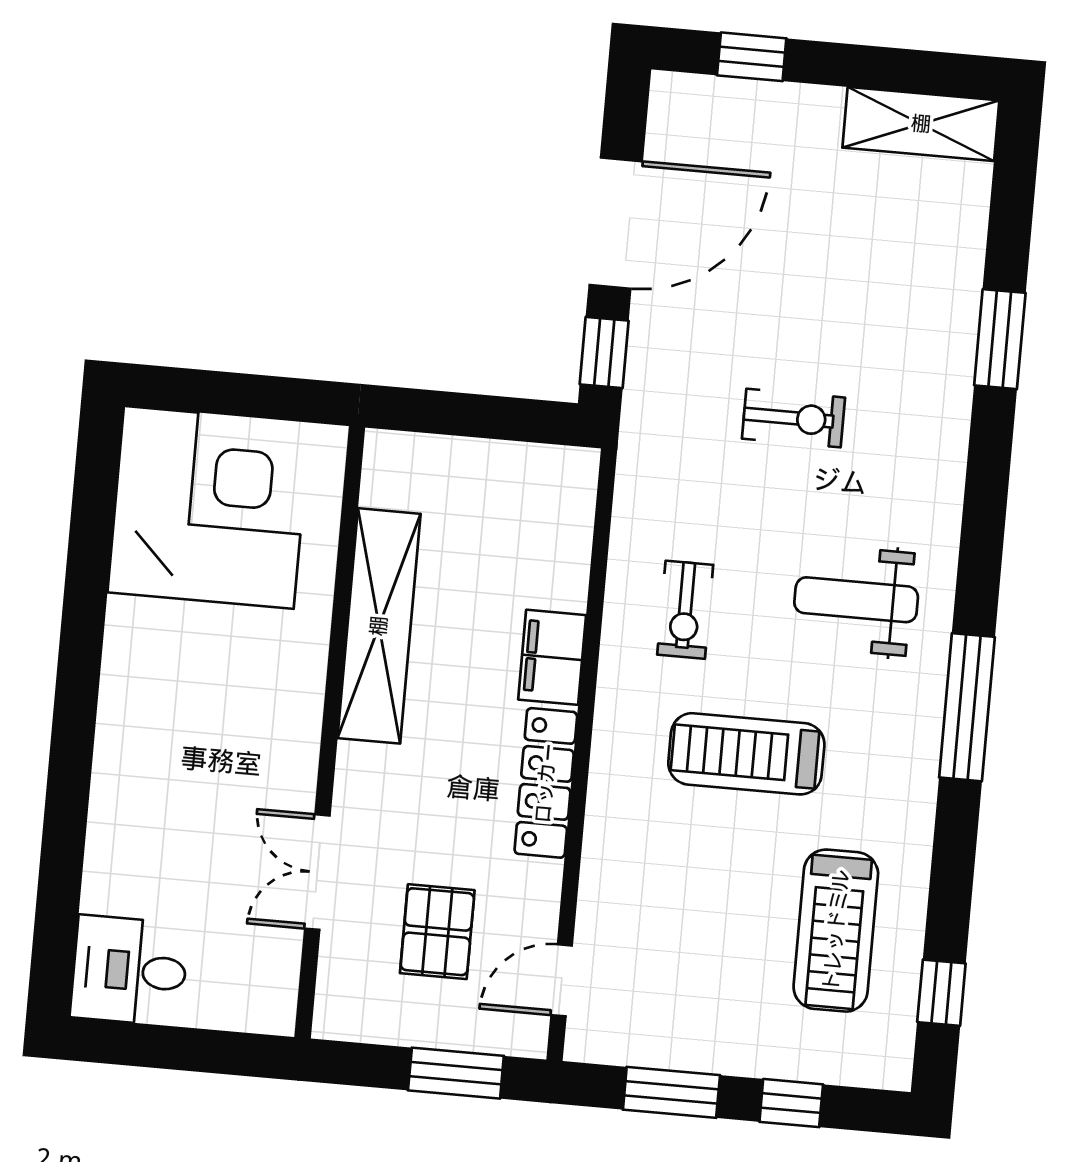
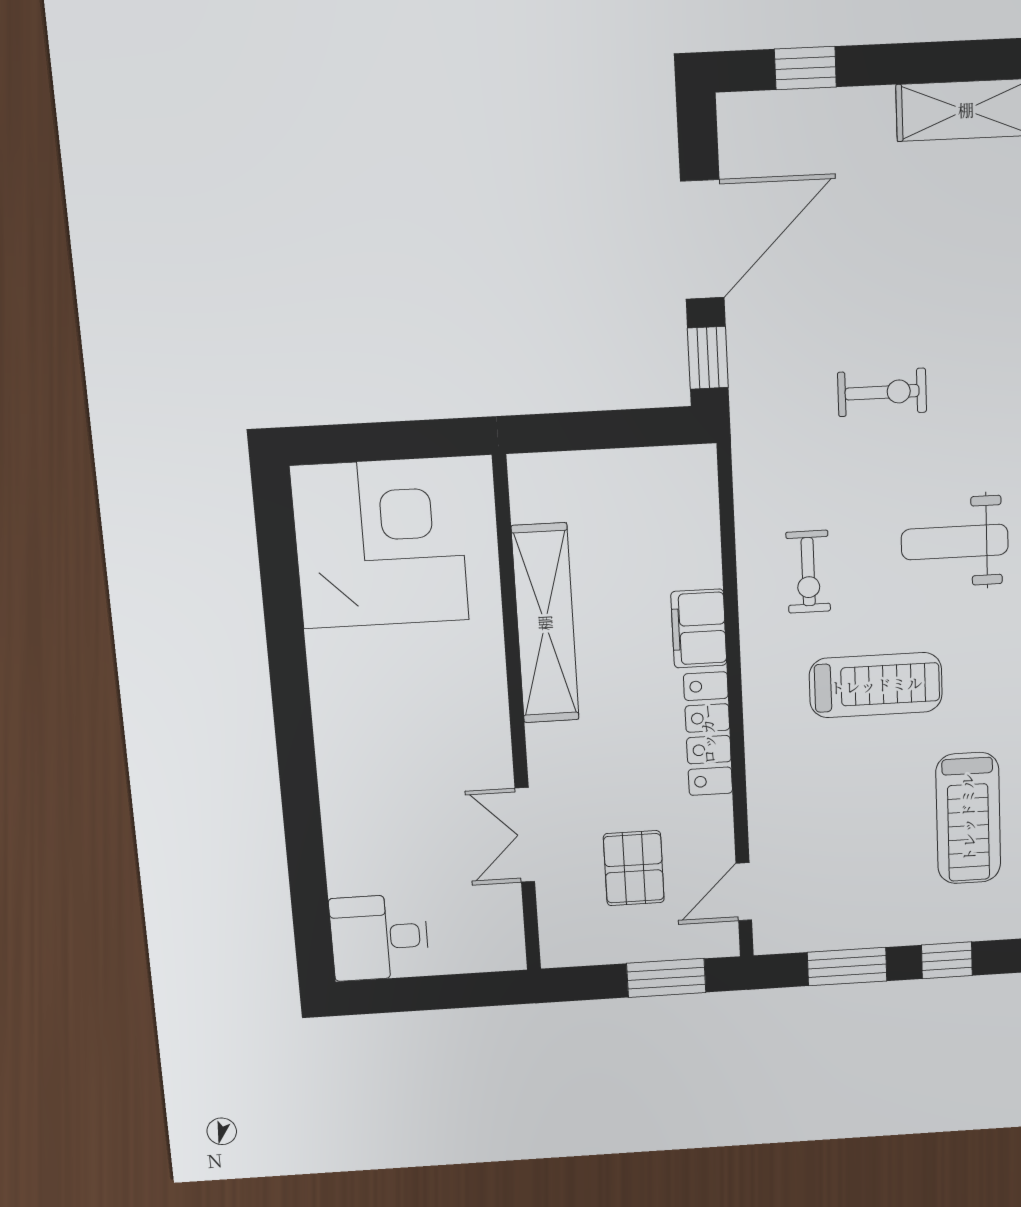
treadmill: (746, 754) -> (876, 685), turned 180

